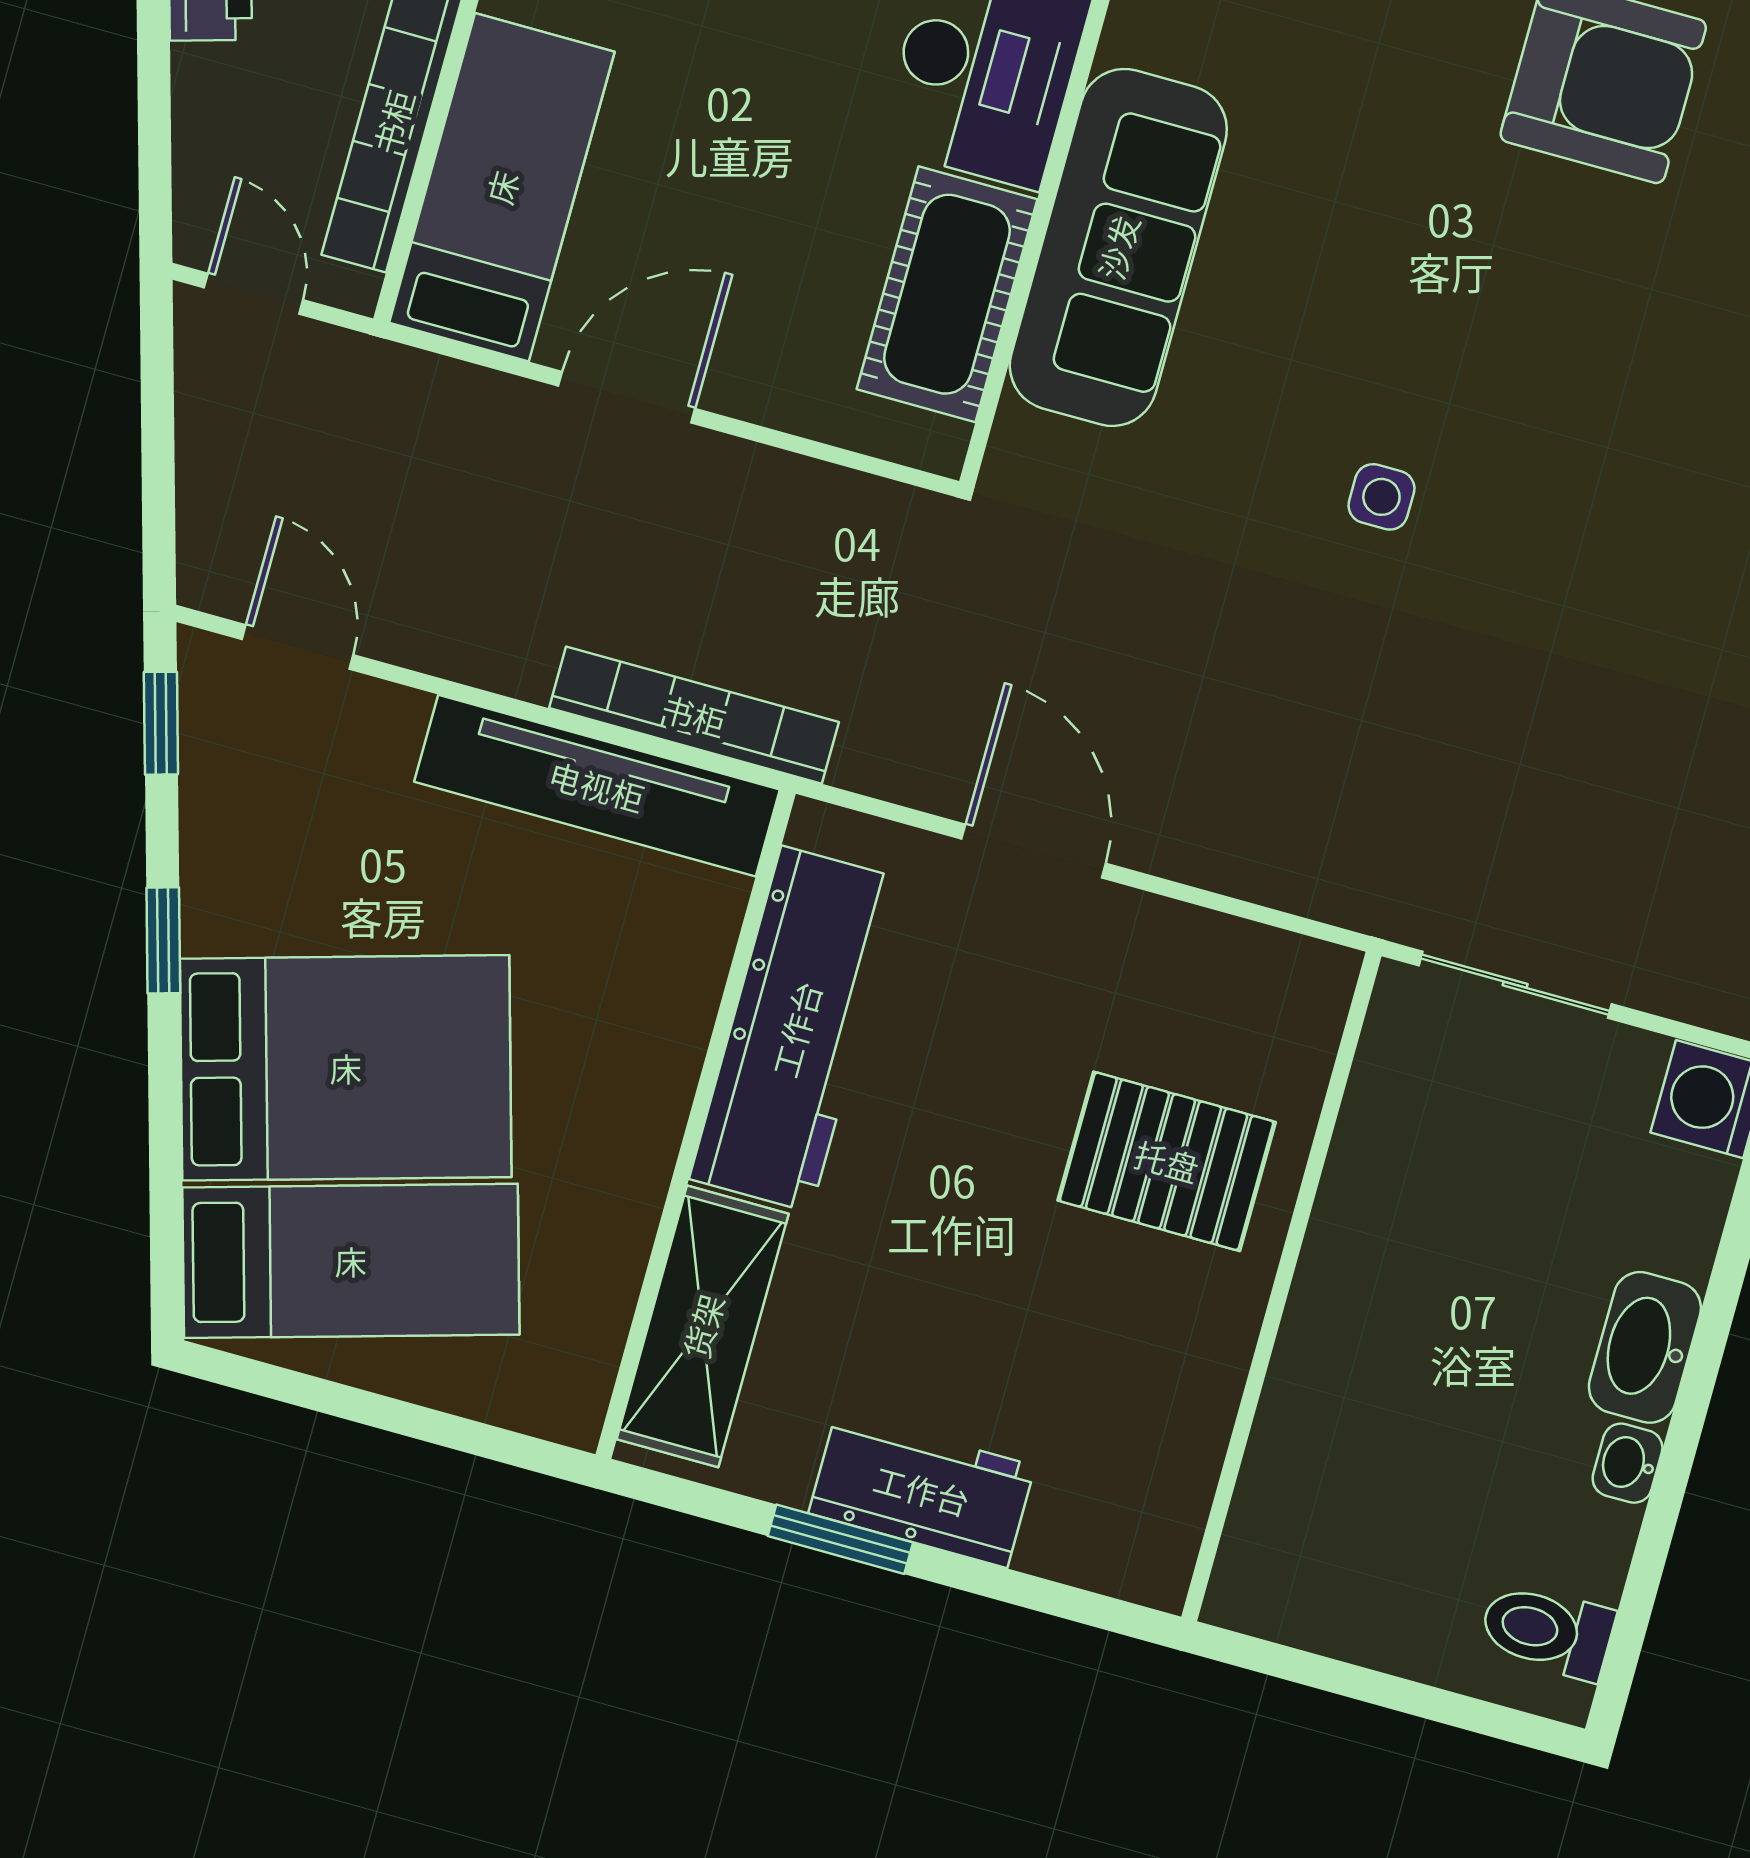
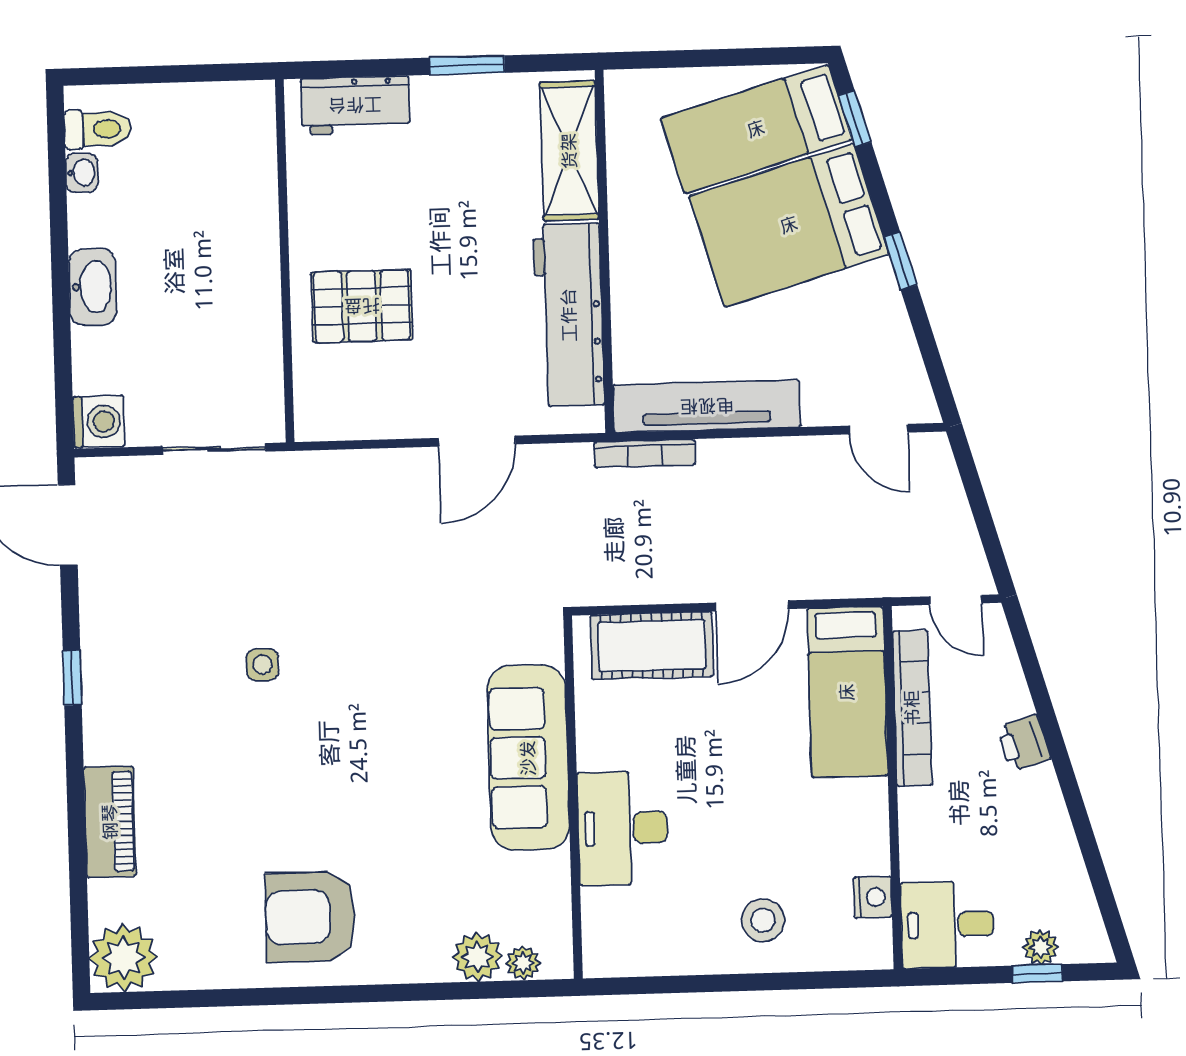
cot: (947, 294) -> (652, 646), moved, turned 90
side table: (1381, 497) -> (263, 665), moved
bookcase: (694, 715) -> (645, 453), width x0.68, depth x0.76
window: (161, 723) -> (855, 119), moved
door: (1034, 851) -> (477, 441), hinge flipped
washbasin: (1628, 1463) -> (82, 173), moved
workbench: (922, 1490) -> (355, 105), moved

